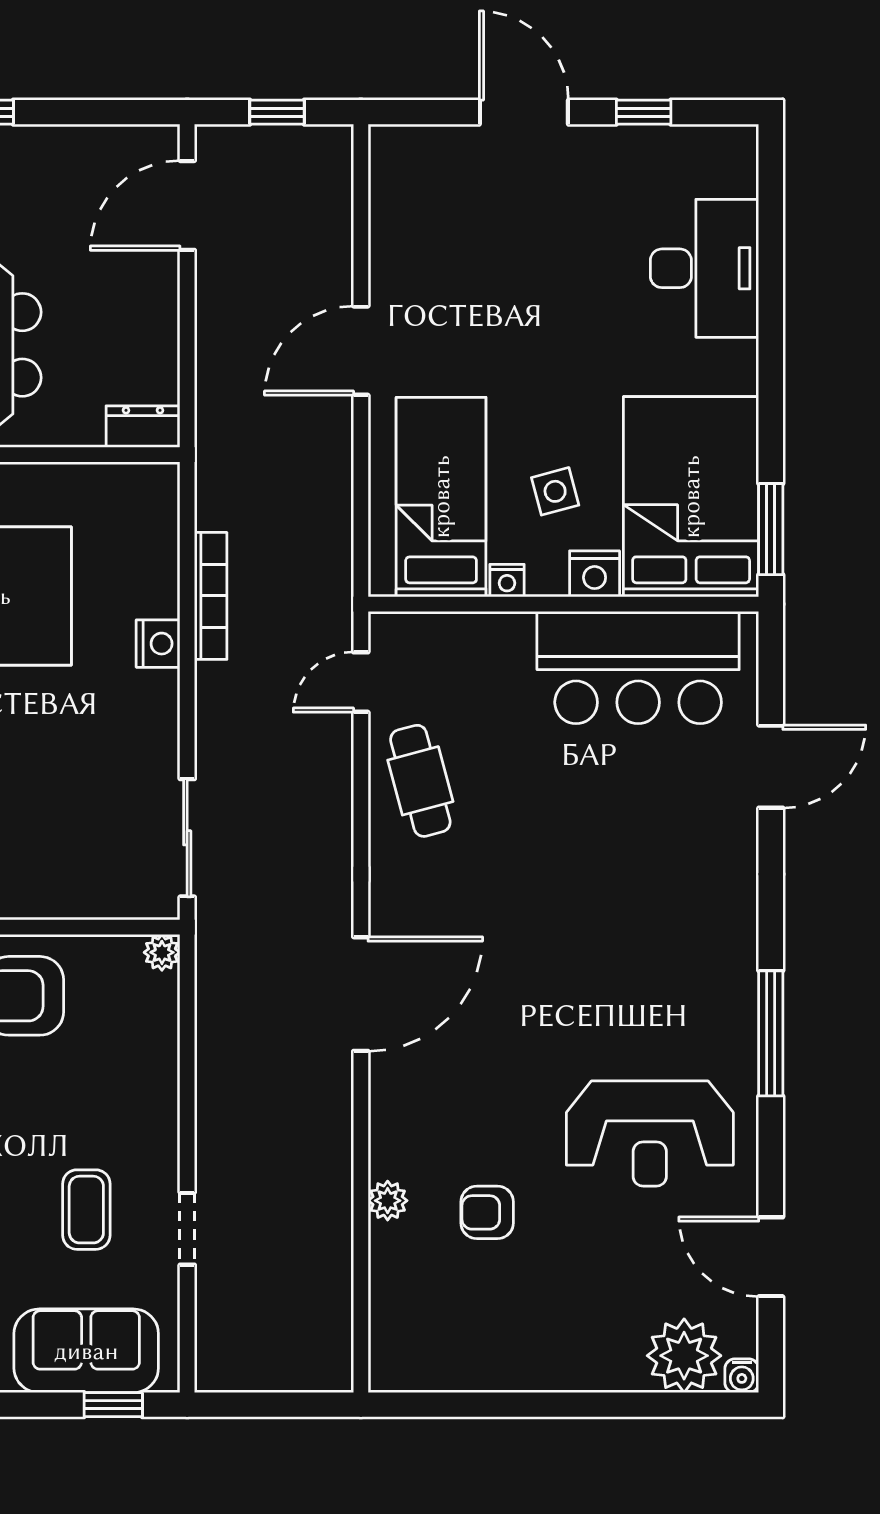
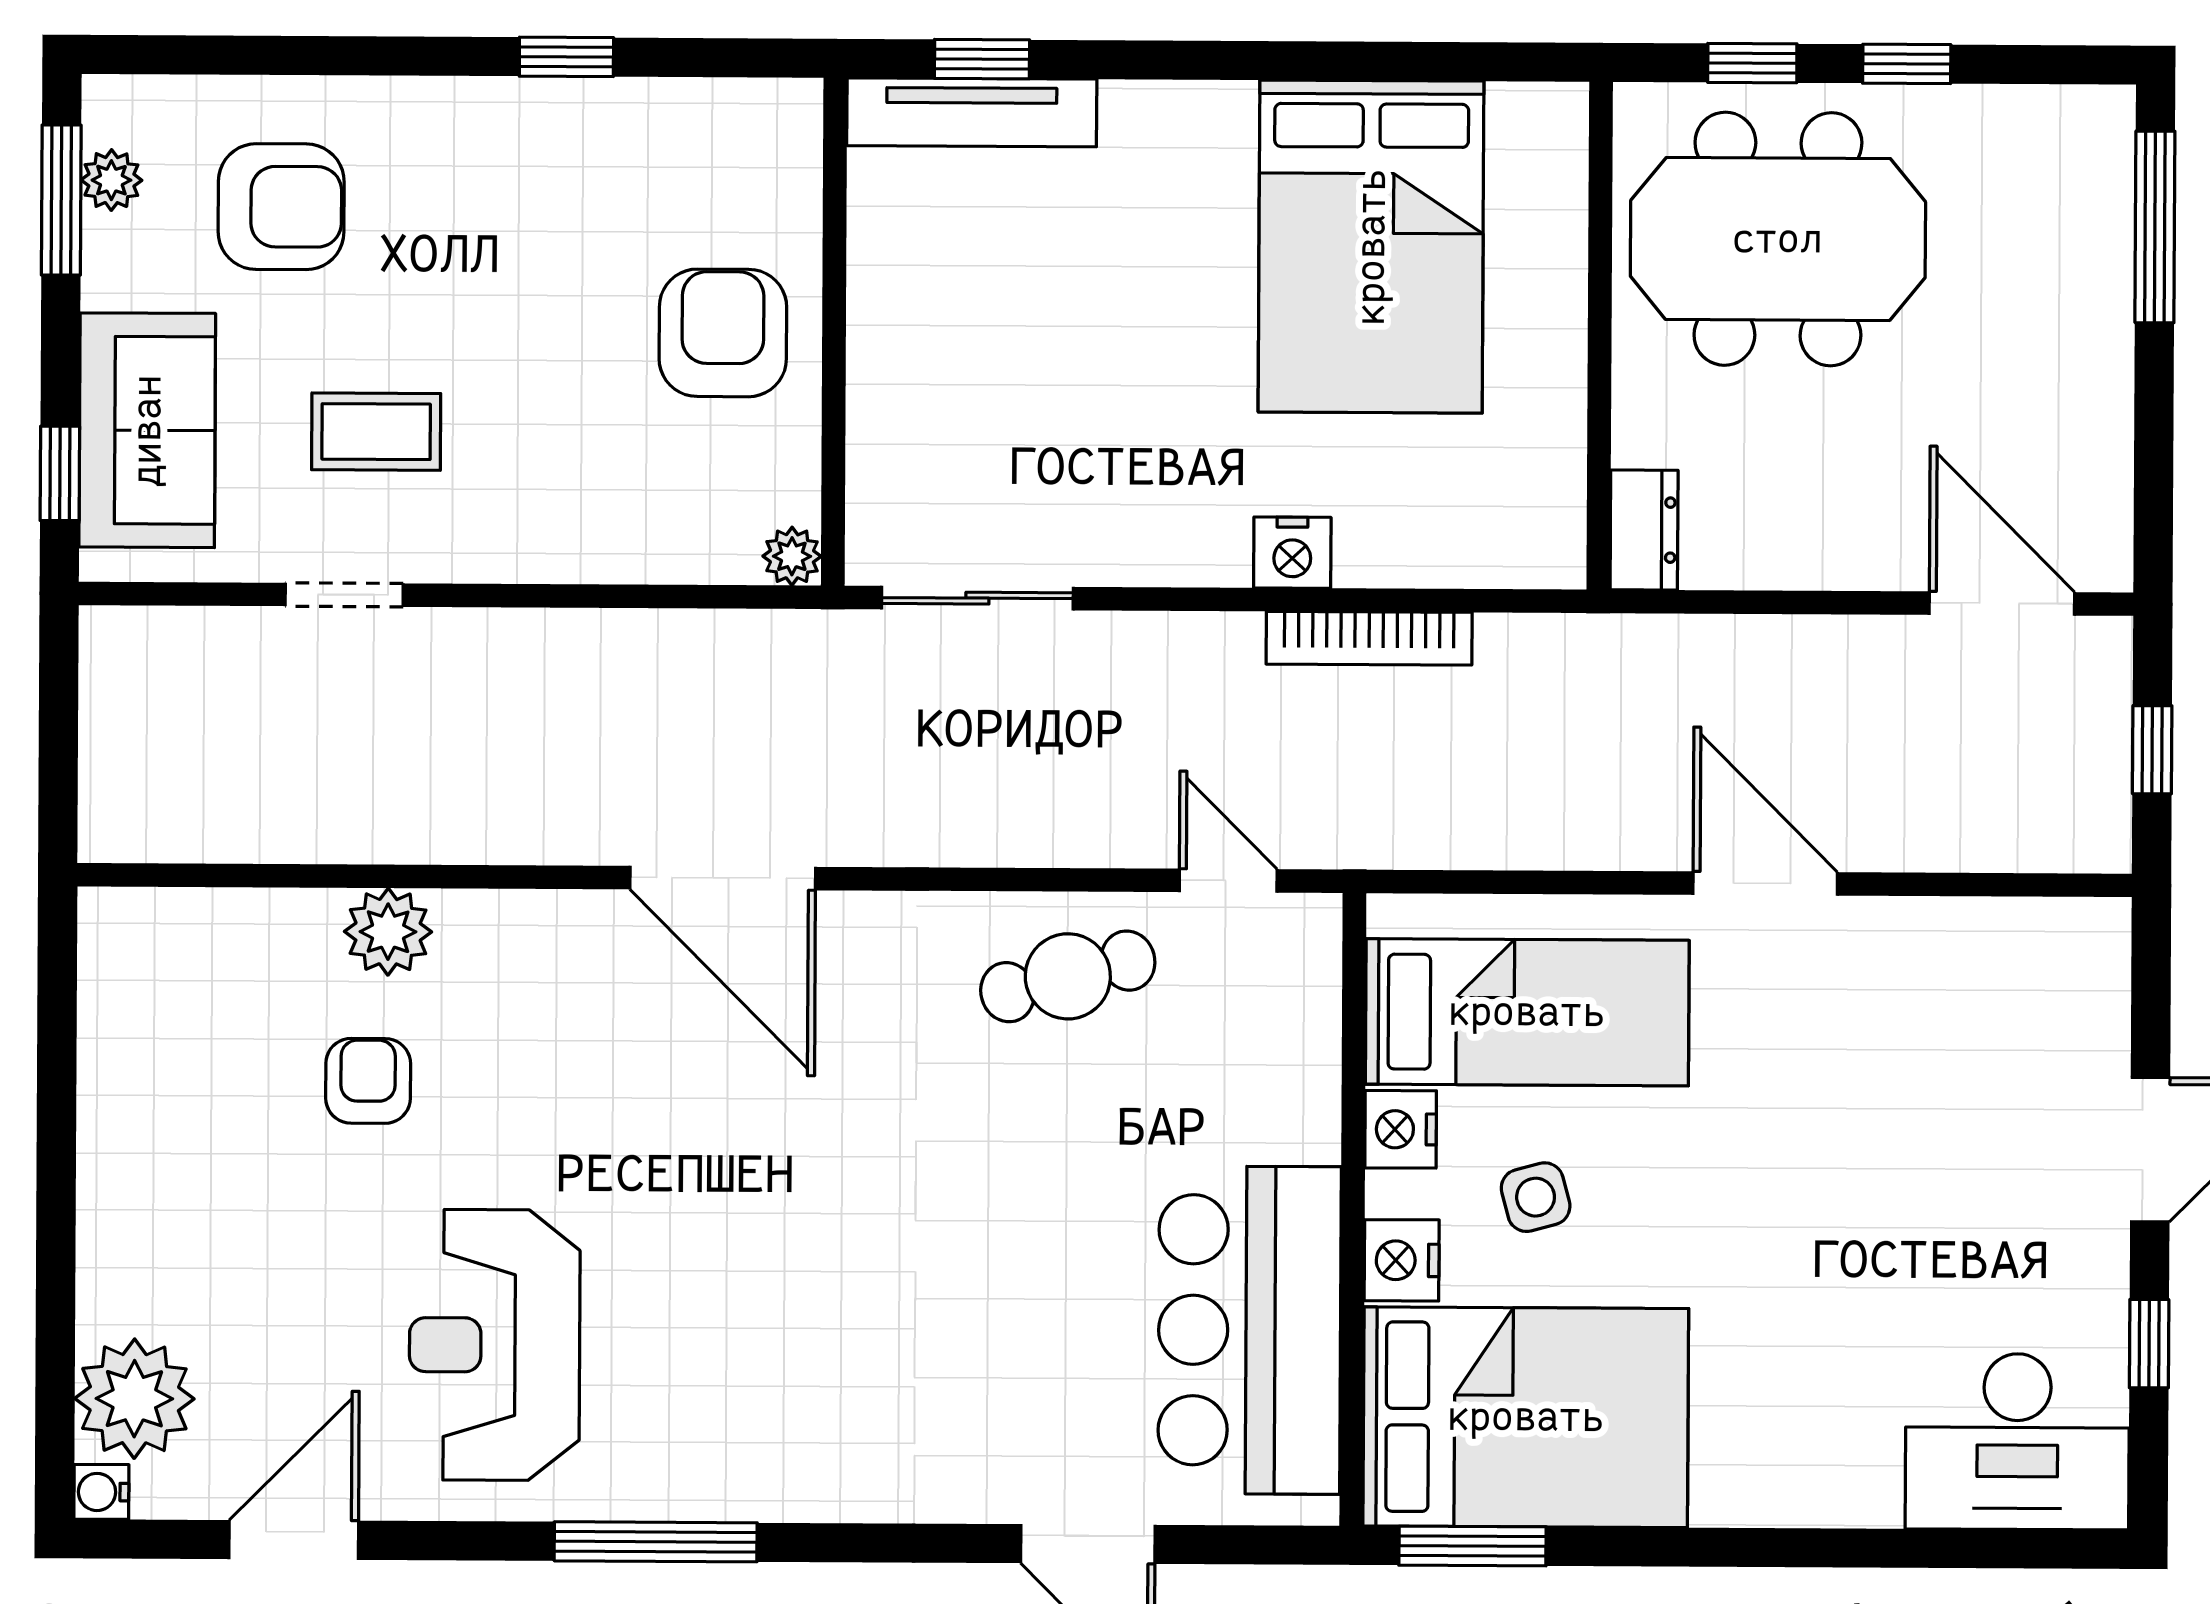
desk: (704, 268) -> (2017, 1442), moved
nightstand: (507, 581) -> (1401, 1129), width x1.39, depth x1.35
plant: (388, 1201) -> (388, 932), width x1.38, depth x1.38

